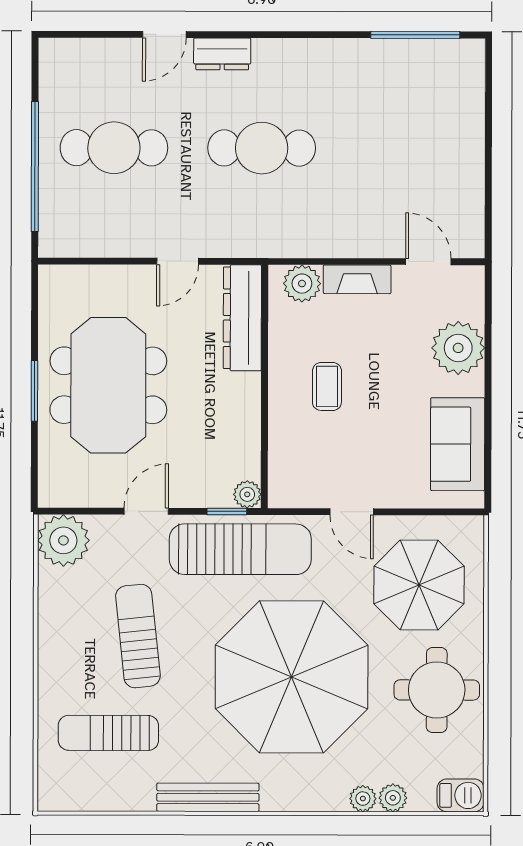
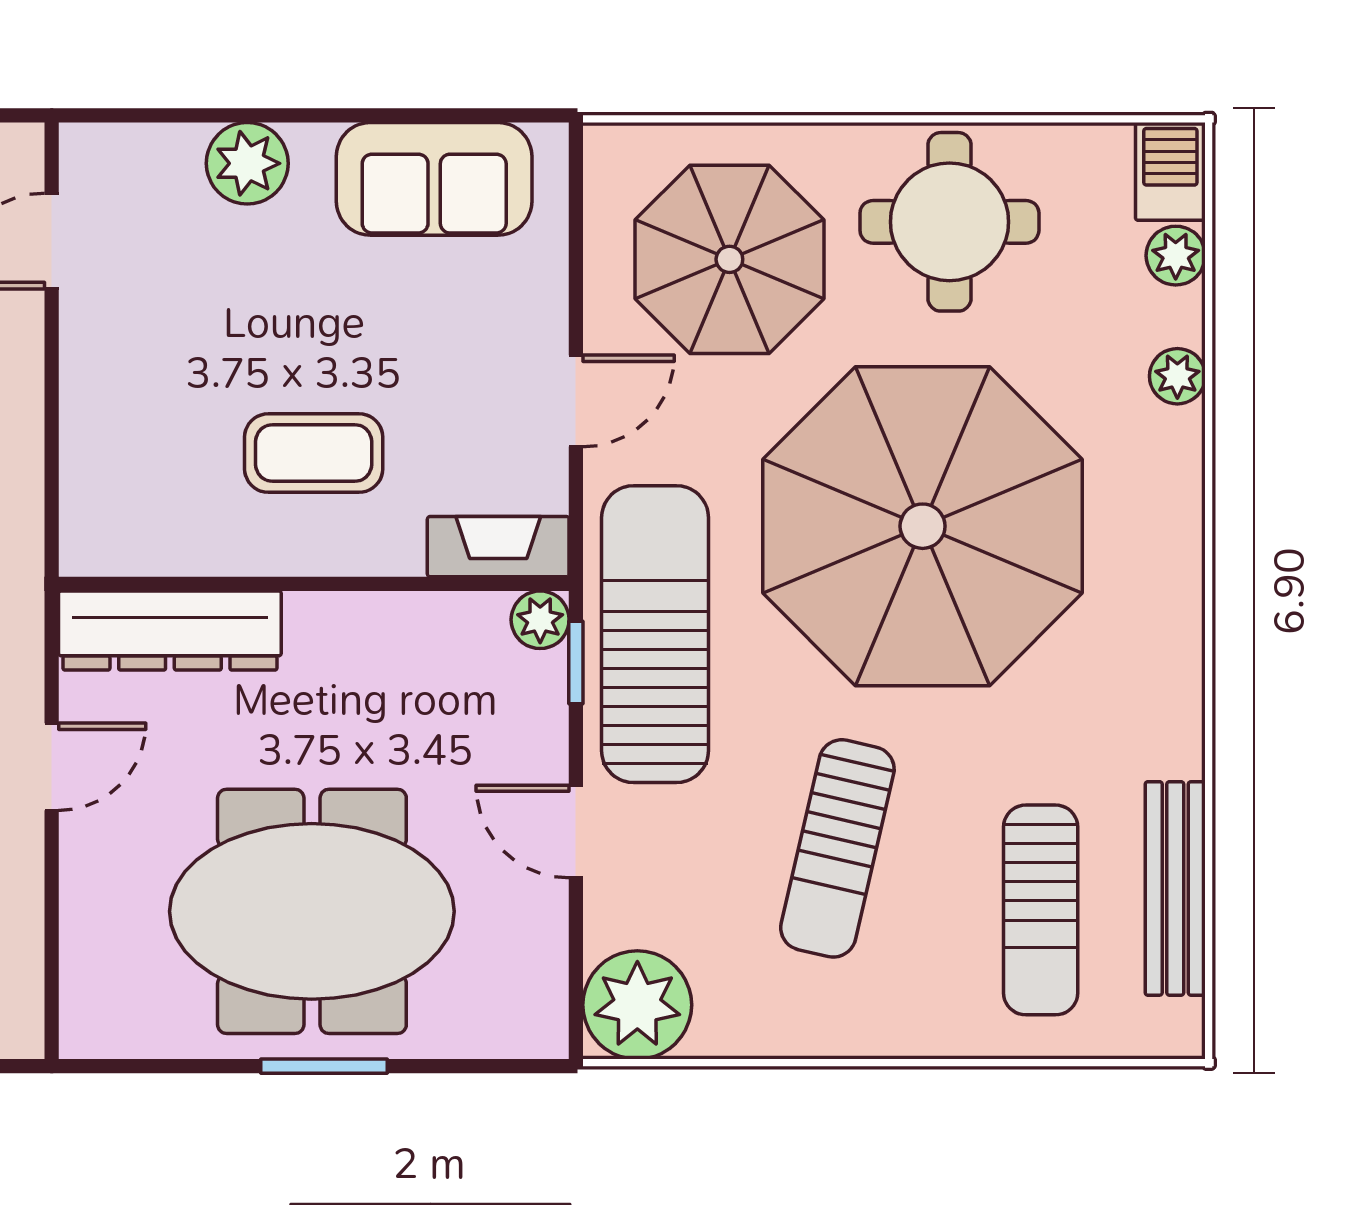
door: (178, 261) -> (52, 767), hinge flipped
fireplace: (357, 279) -> (498, 547), moved, turned -90
plant: (302, 284) -> (98, 506), removed
plant: (458, 348) -> (247, 163), width x0.73, depth x0.73
coffee table: (327, 386) -> (314, 453), width x1.36, depth x1.30
sun lounger: (138, 636) -> (837, 848), turned -71
bench: (208, 797) -> (1175, 888), moved
plant: (393, 798) -> (1176, 256), moved

